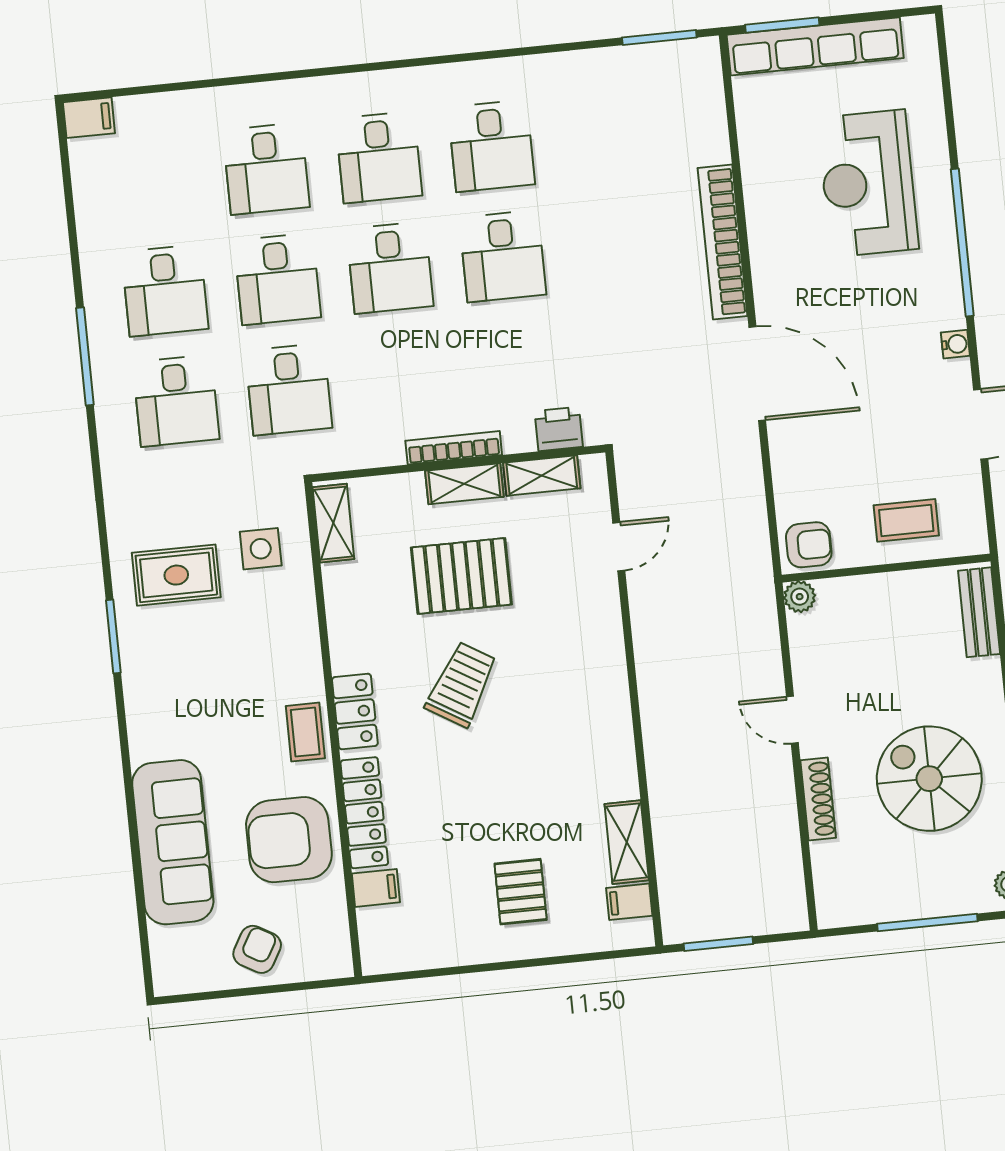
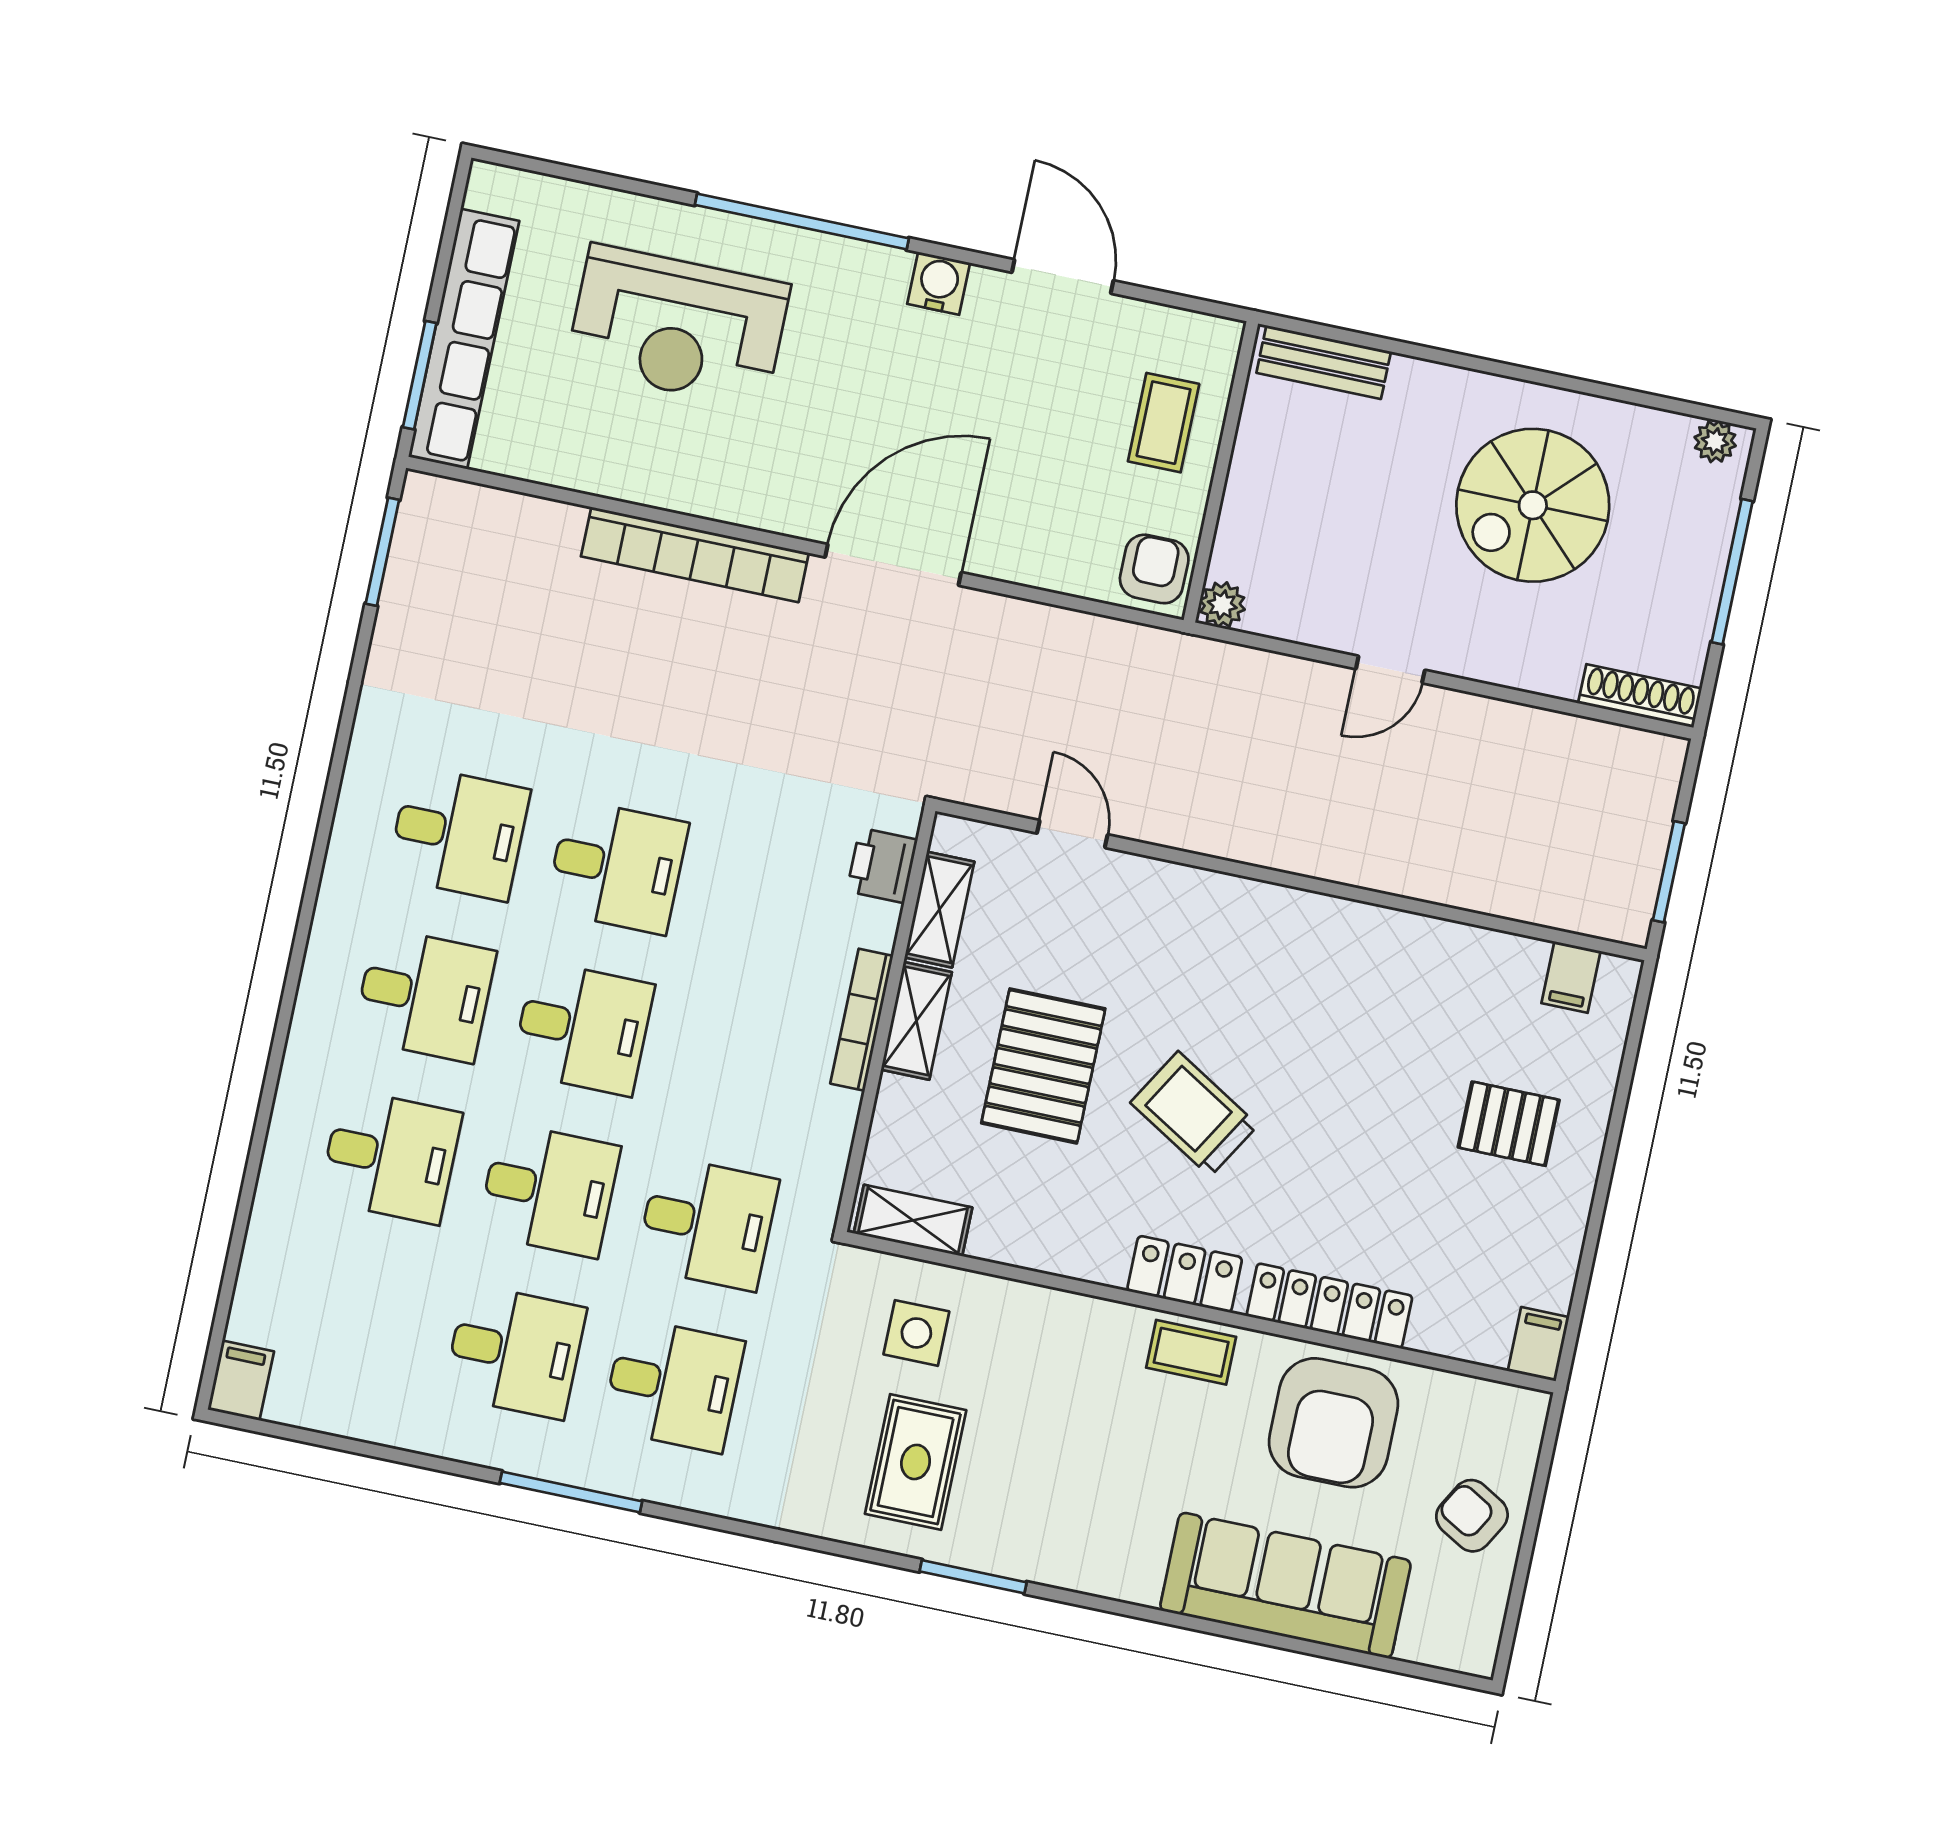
water cooler: (955, 344) -> (939, 283), width x1.38, depth x1.38
shoe rack: (818, 799) -> (1640, 696), moved
shelving: (627, 842) -> (1487, 954), removed
filing cabinet: (376, 888) -> (1538, 1344), moved

